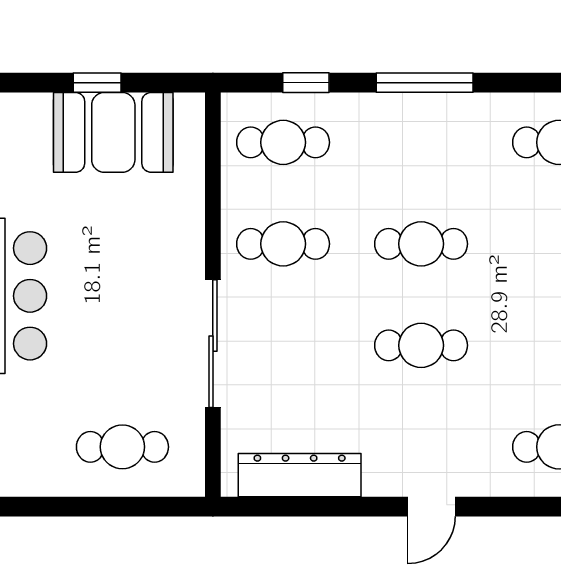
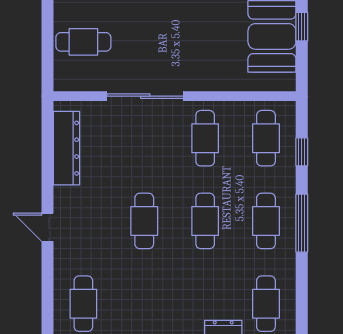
cafe table: (421, 142) -> (266, 221), added
cafe table: (122, 447) -> (83, 42), turned 90

